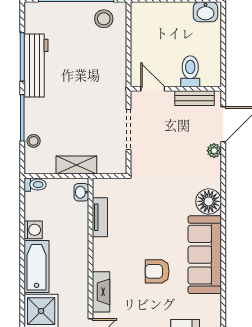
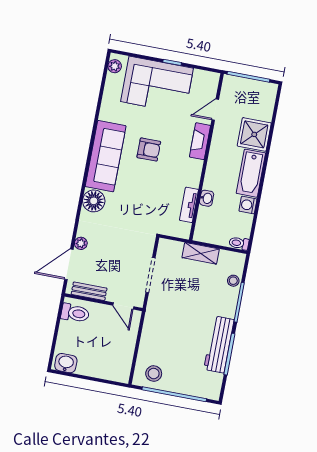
toilet: (190, 71) -> (75, 313), moved, turned -90
washbasin: (81, 192) -> (207, 198), moved

